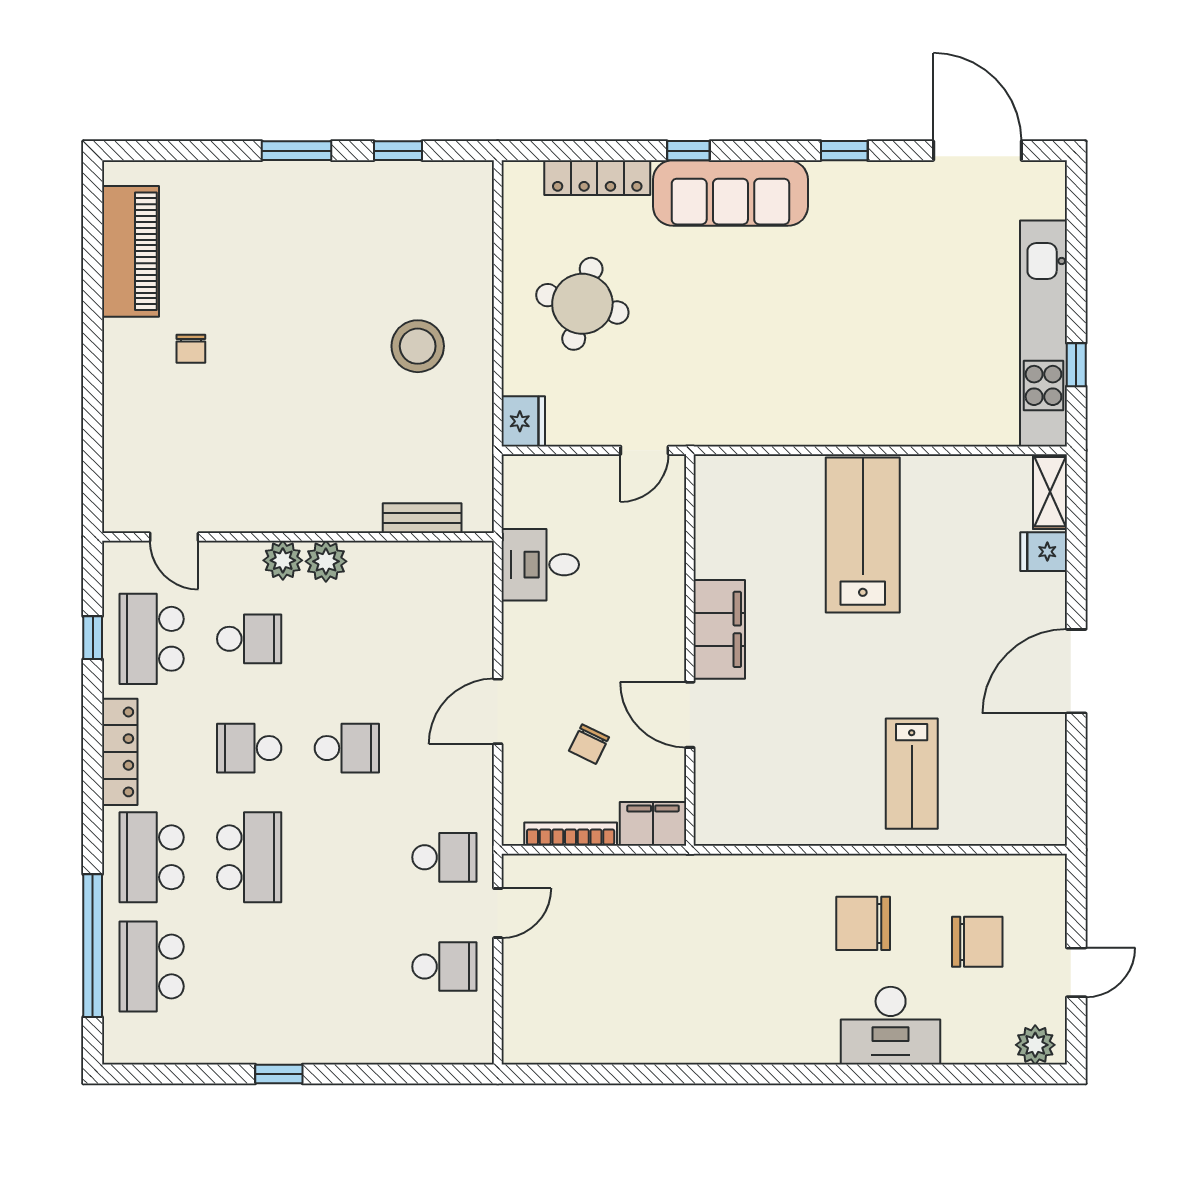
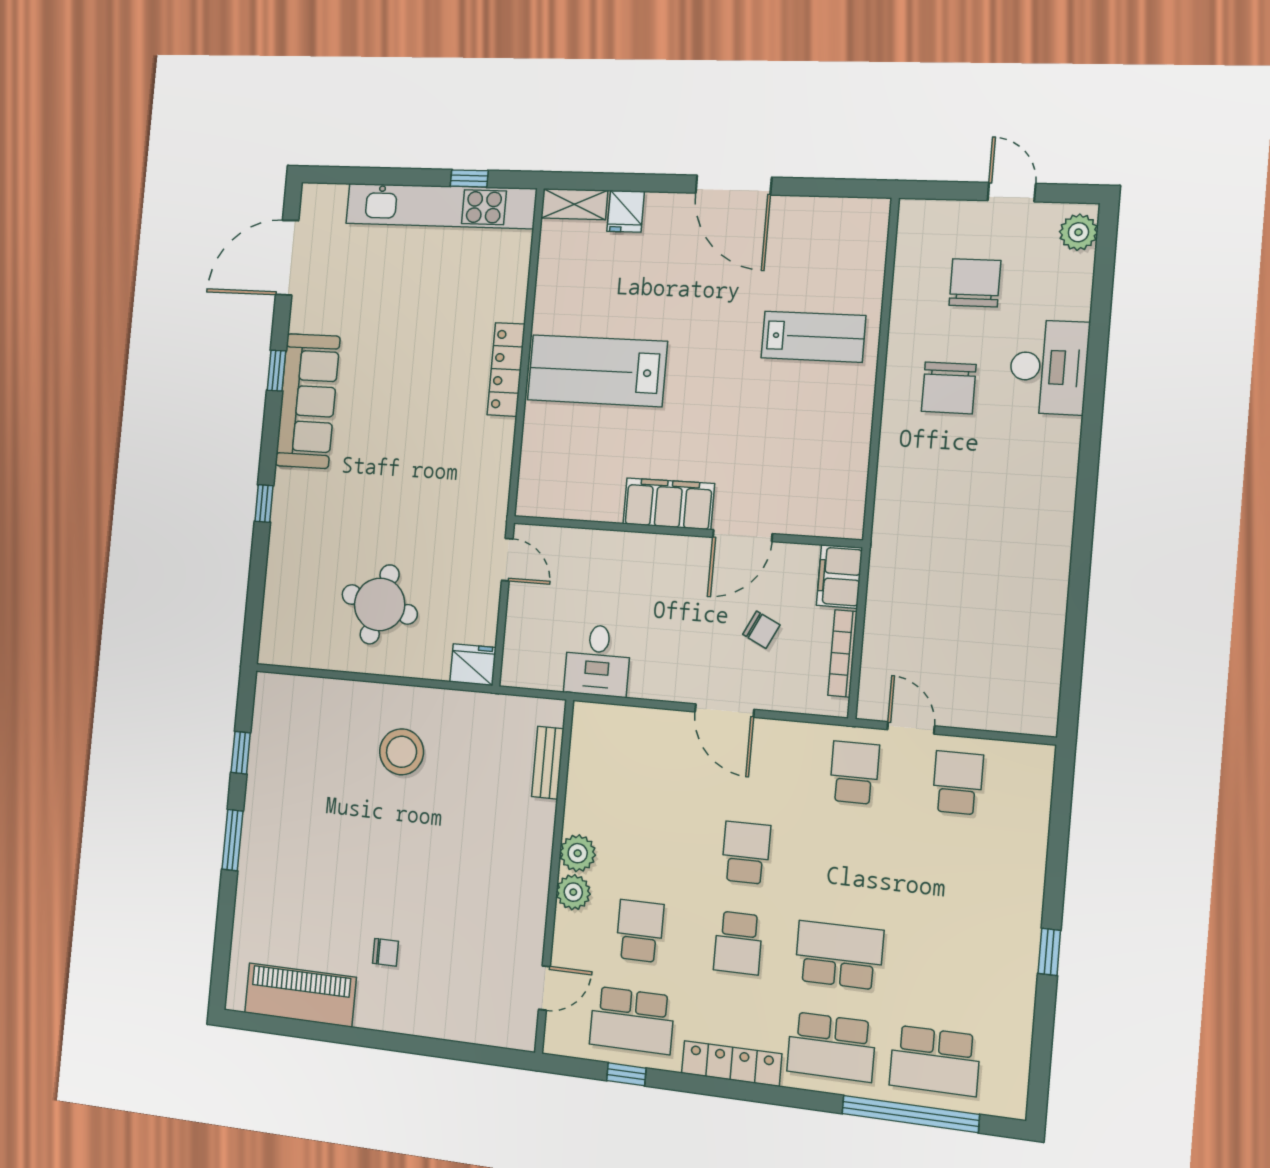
locker: (597, 178) -> (506, 369), moved, turned 180
sofa: (730, 193) -> (308, 401), moved

